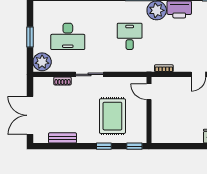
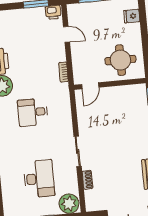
rug: (112, 116) -> (120, 123), removed
round table: (170, 122) -> (120, 60), added

